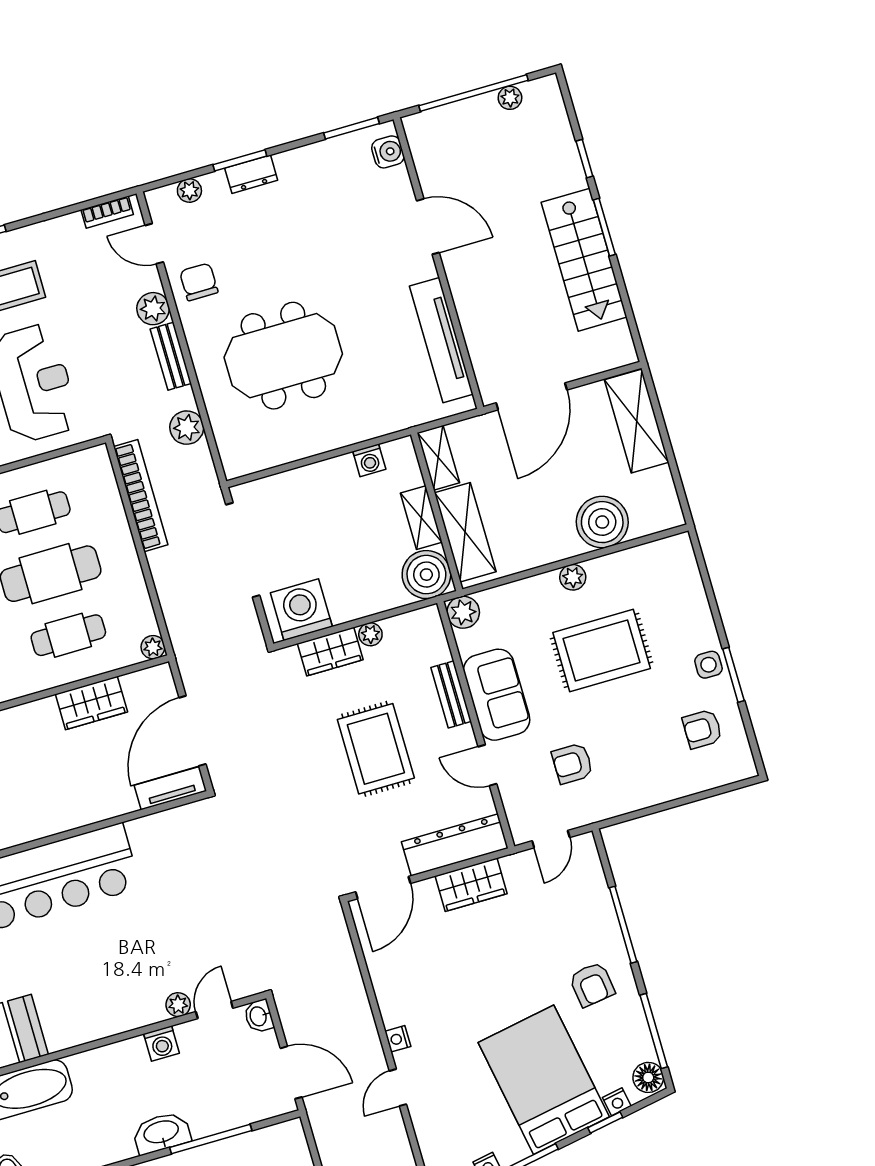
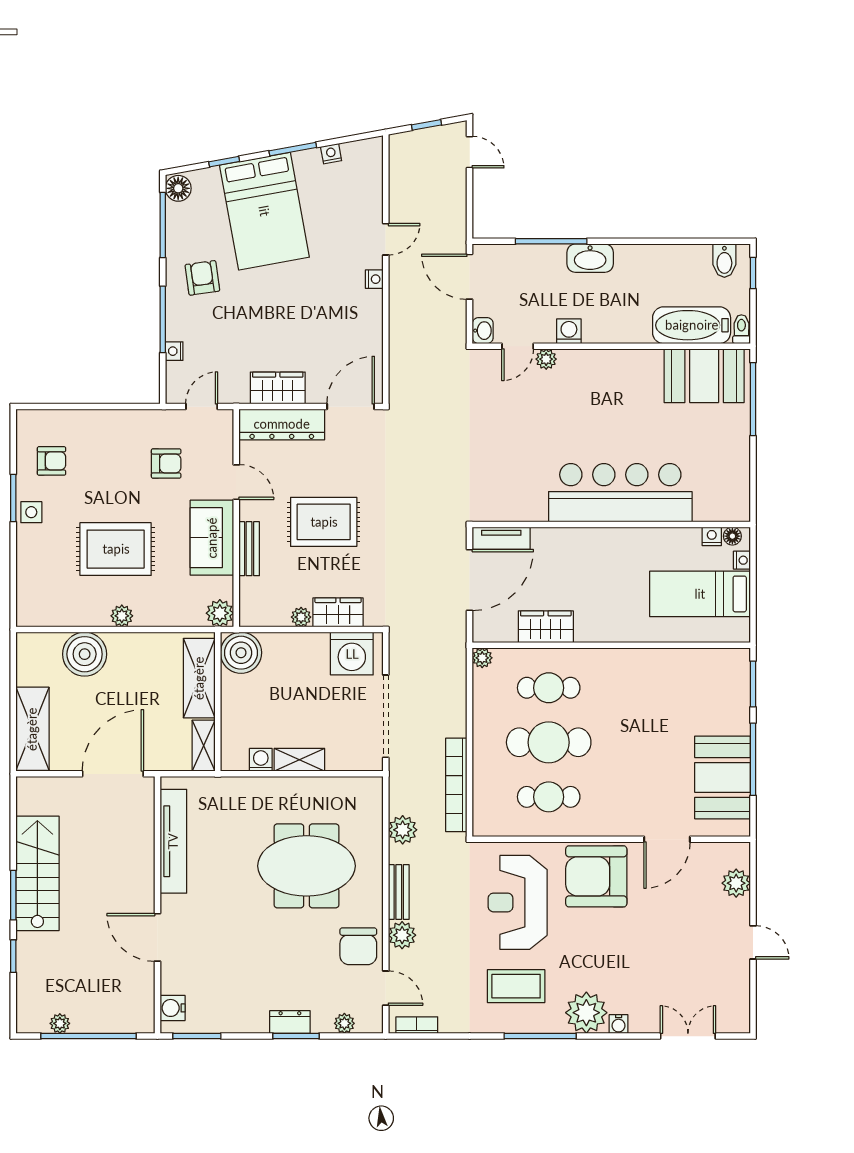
chair: (199, 282) -> (358, 946), width x1.37, depth x1.37
shelving: (421, 518) -> (299, 760), moved, turned 90
rug: (376, 749) -> (324, 522), turned 90
nightstand: (617, 1102) -> (174, 351), moved, turned -80

